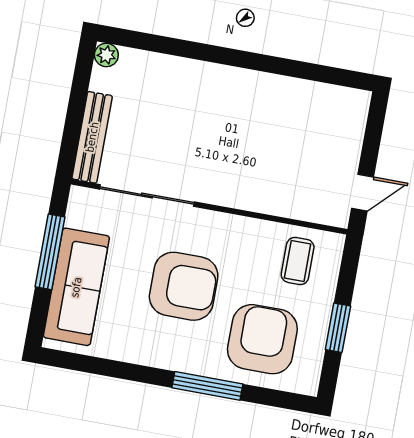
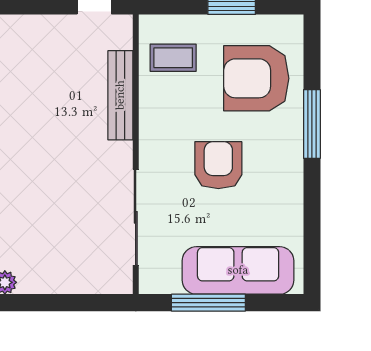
bench: (92, 137) -> (120, 95), moved, turned 90
armchair: (184, 286) -> (218, 165), width x0.73, depth x0.73

